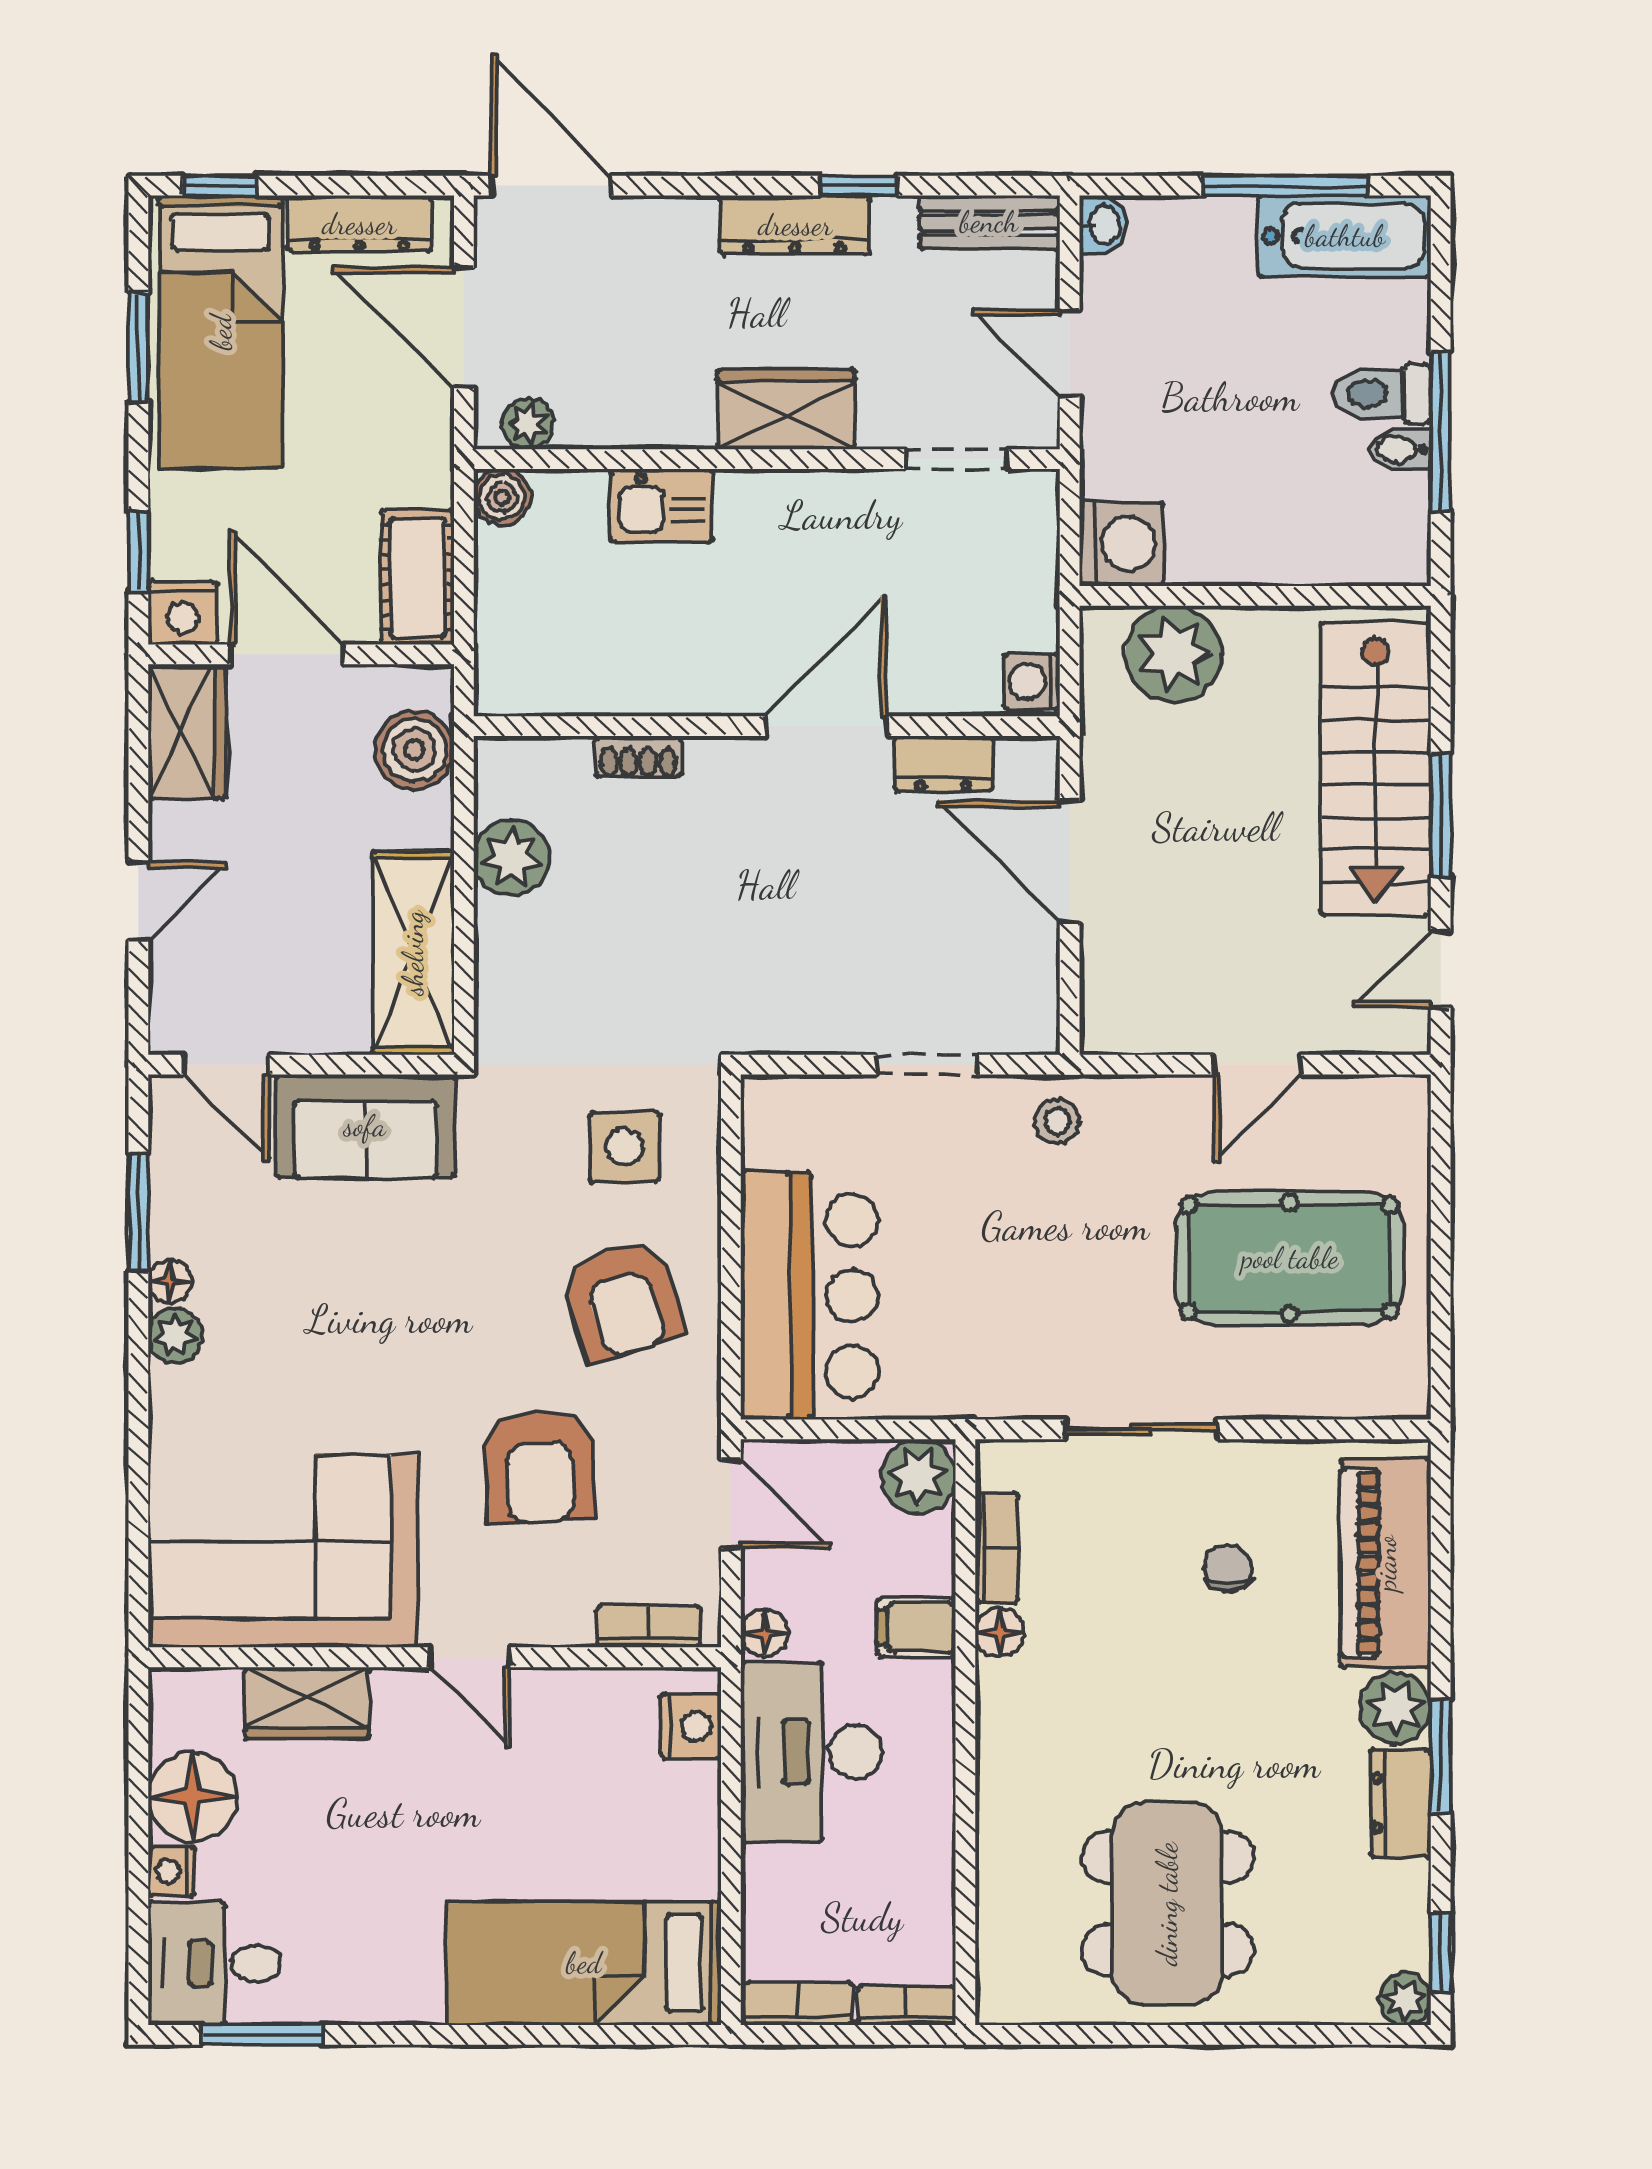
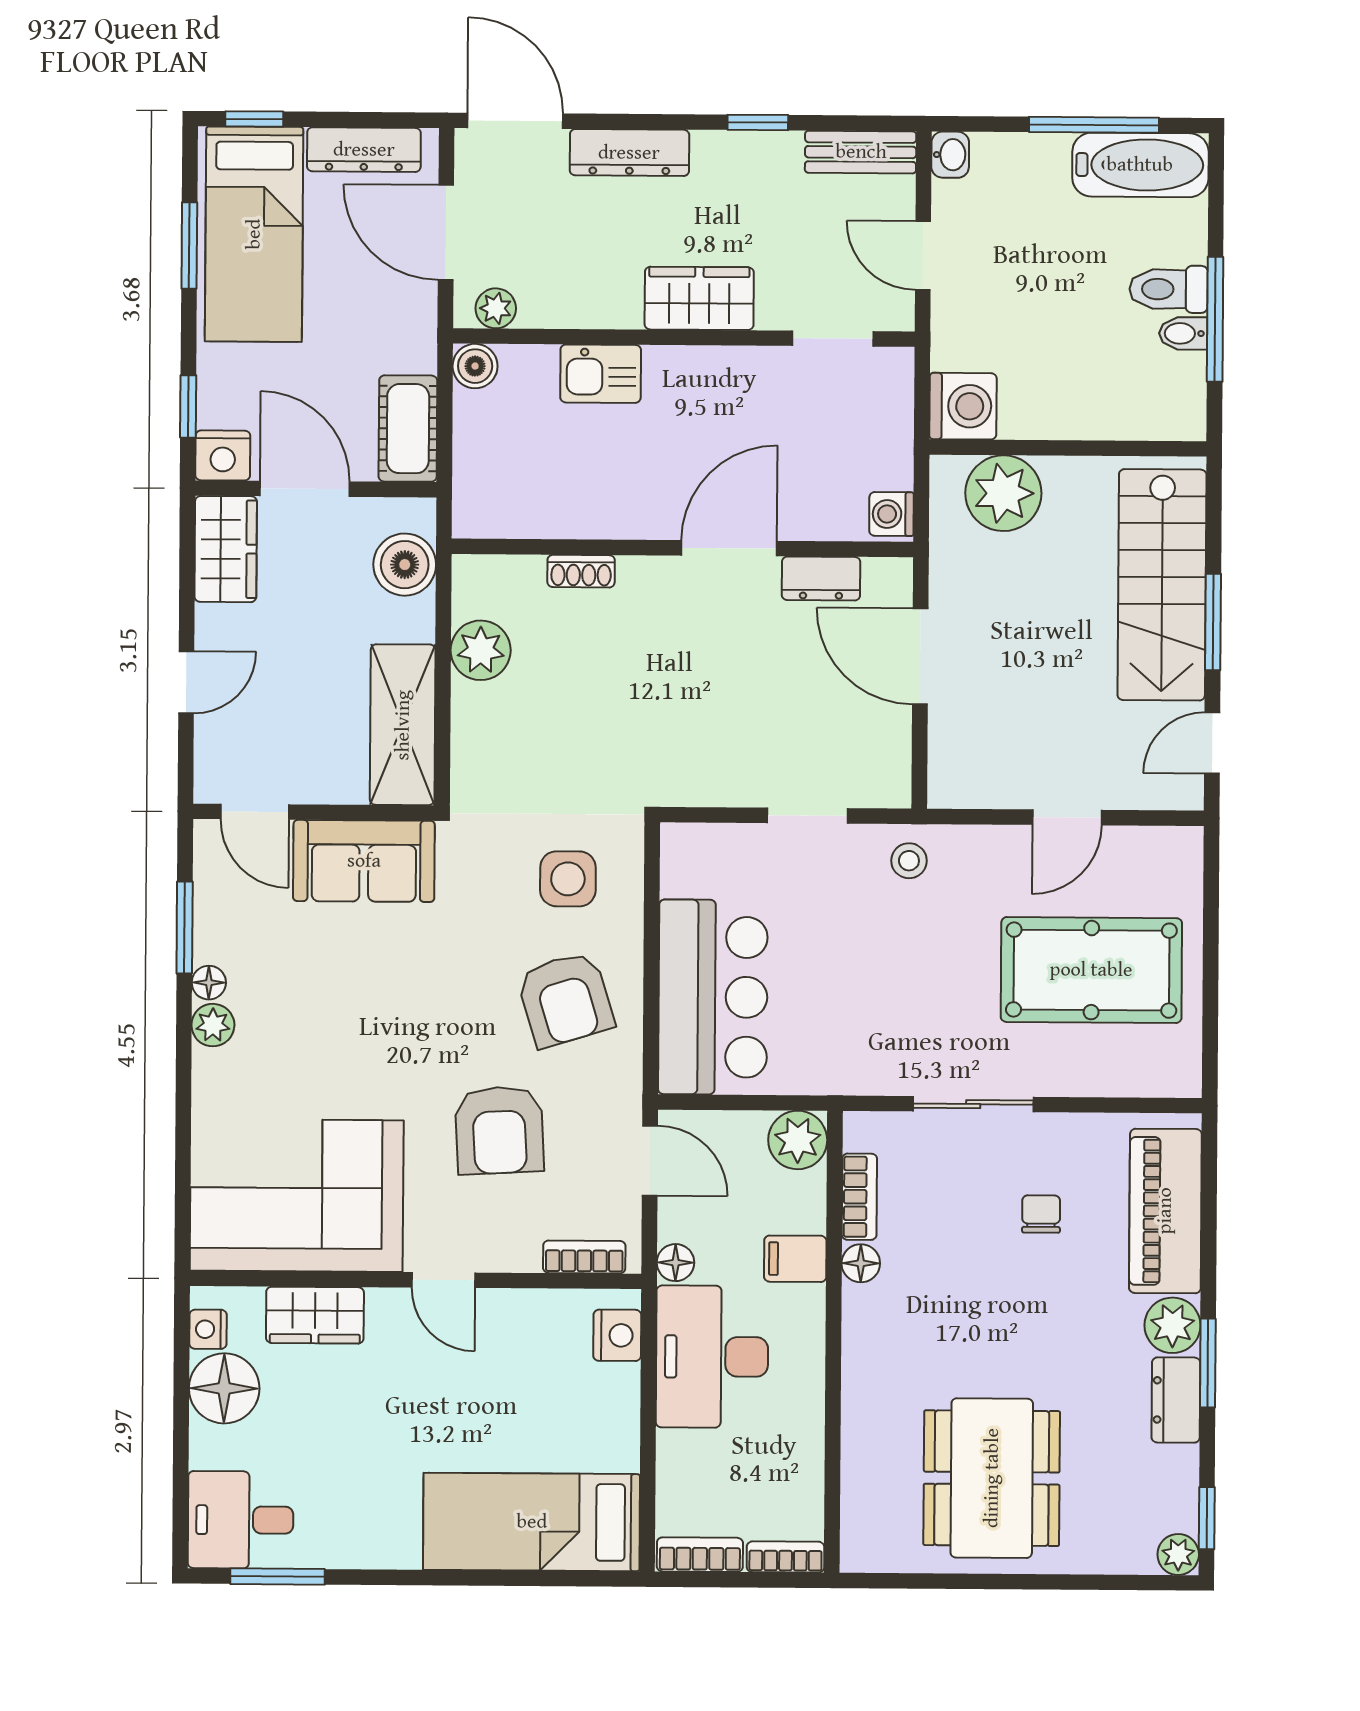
dresser: (795, 225) -> (629, 153), moved
nightstand: (172, 1871) -> (208, 1329), moved

